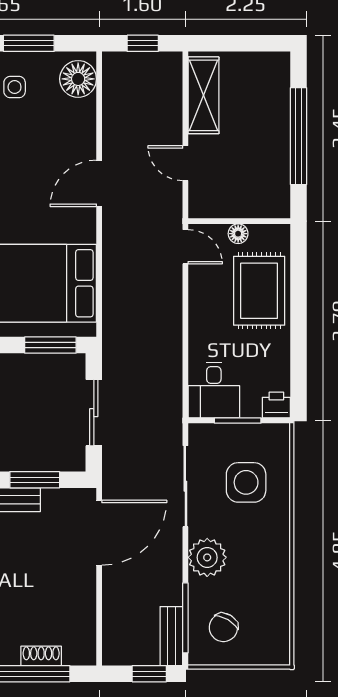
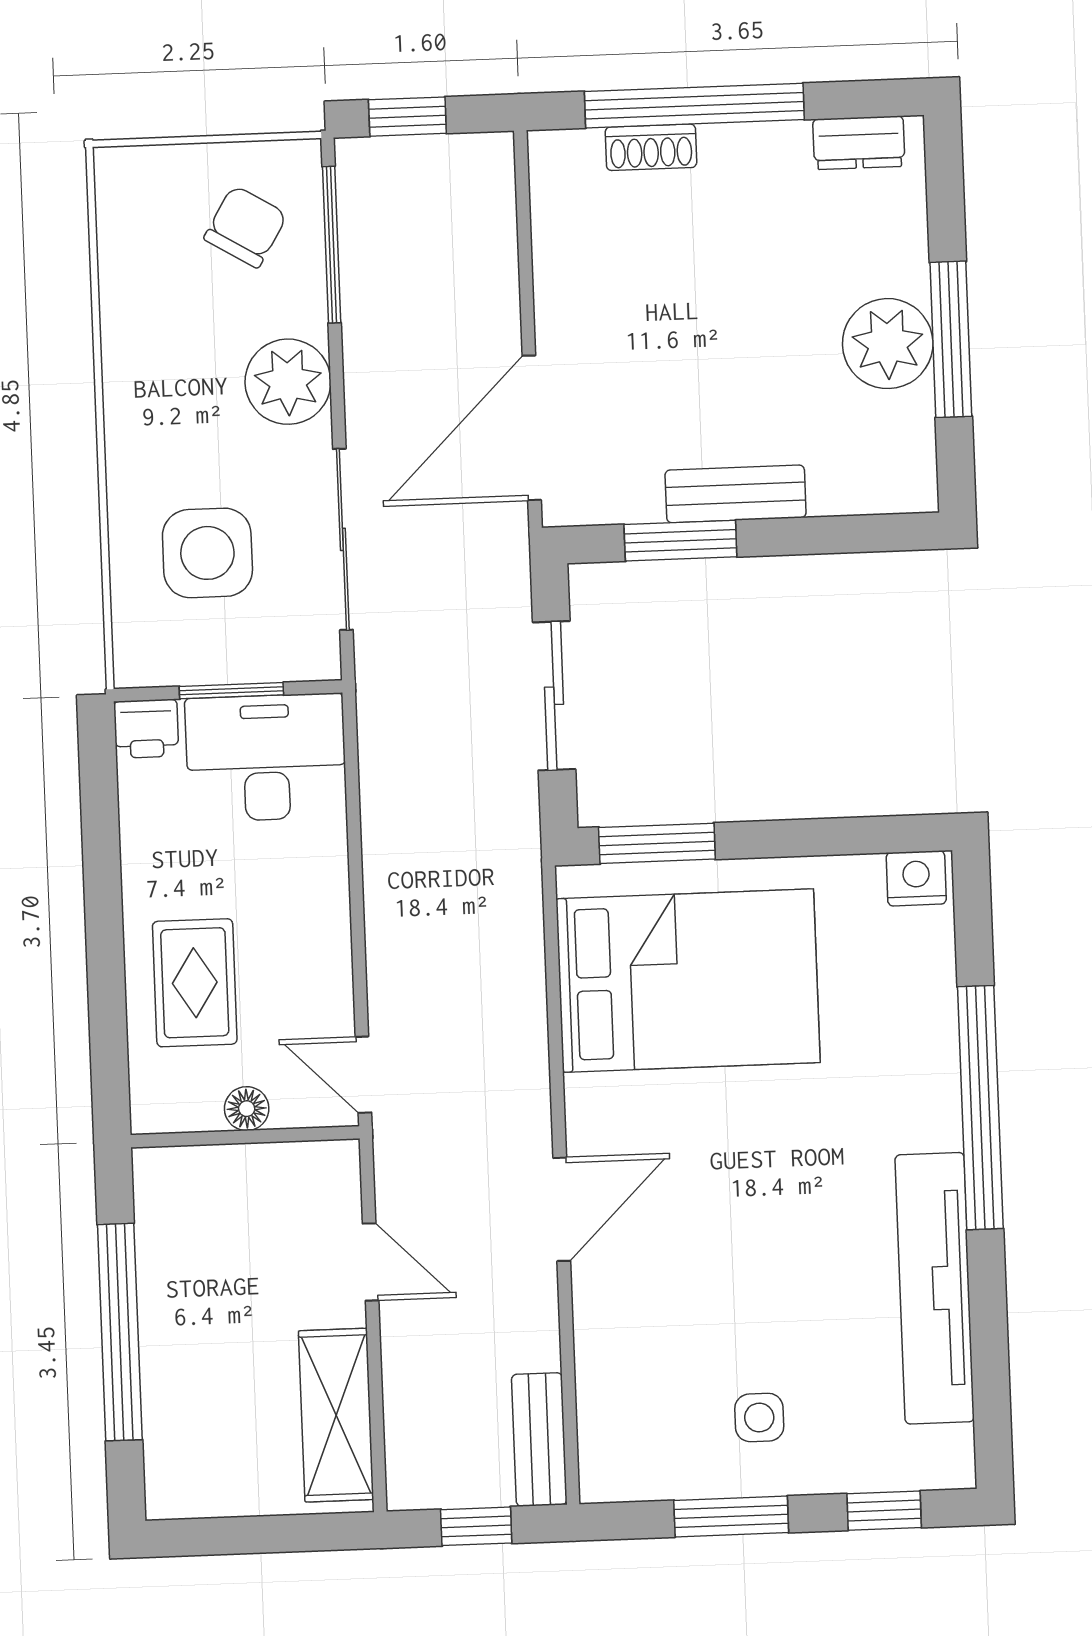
floor lamp: (78, 79) -> (618, 1441), removed
rug: (259, 291) -> (195, 983), width x0.73, depth x0.70
desk: (214, 390) -> (266, 758), width x1.37
bench: (171, 636) -> (539, 1440), moved

